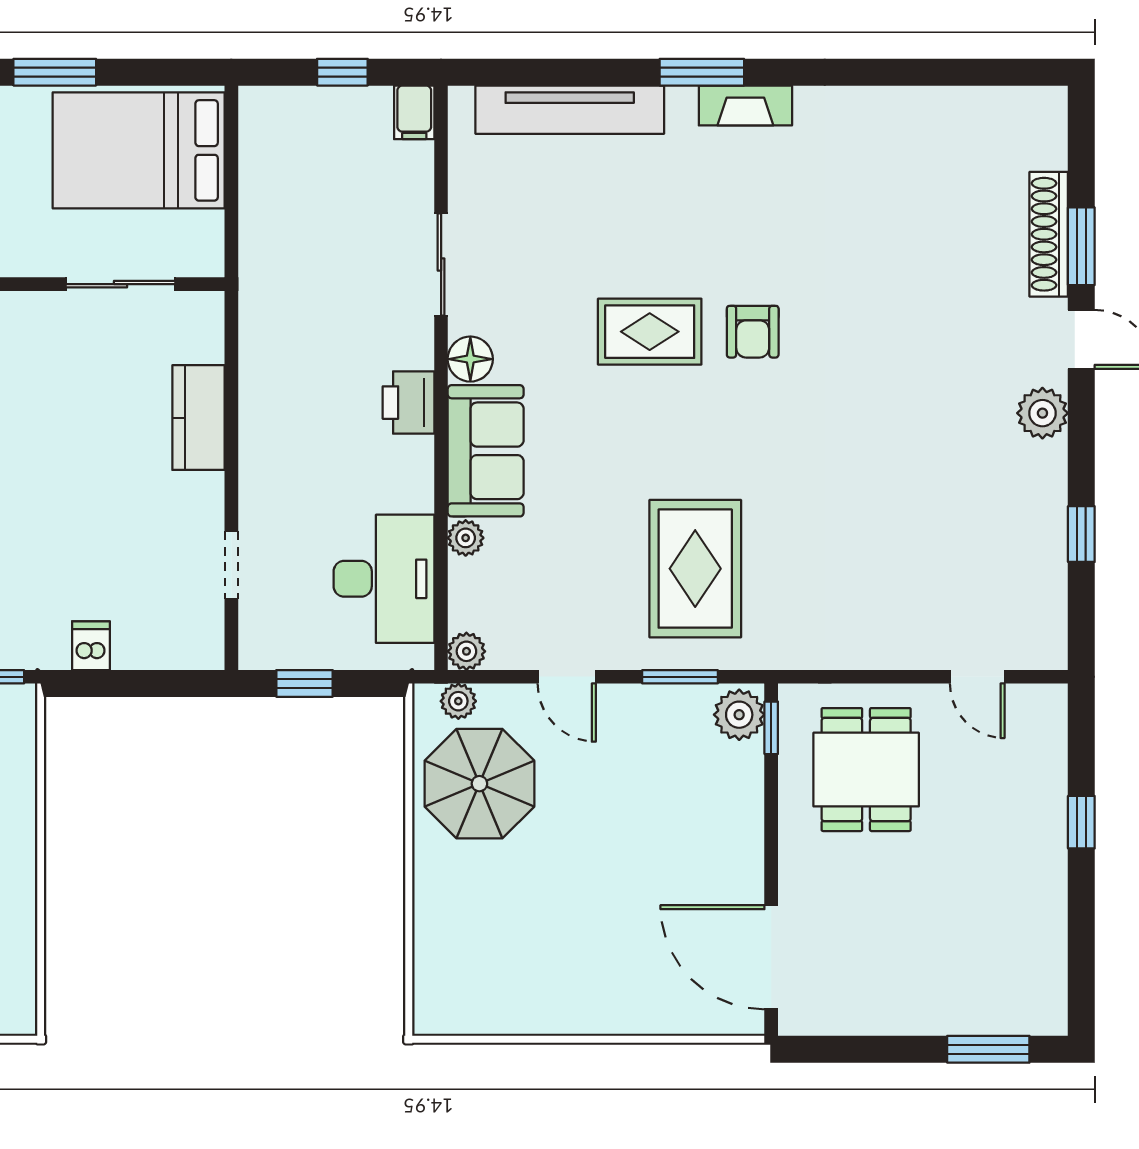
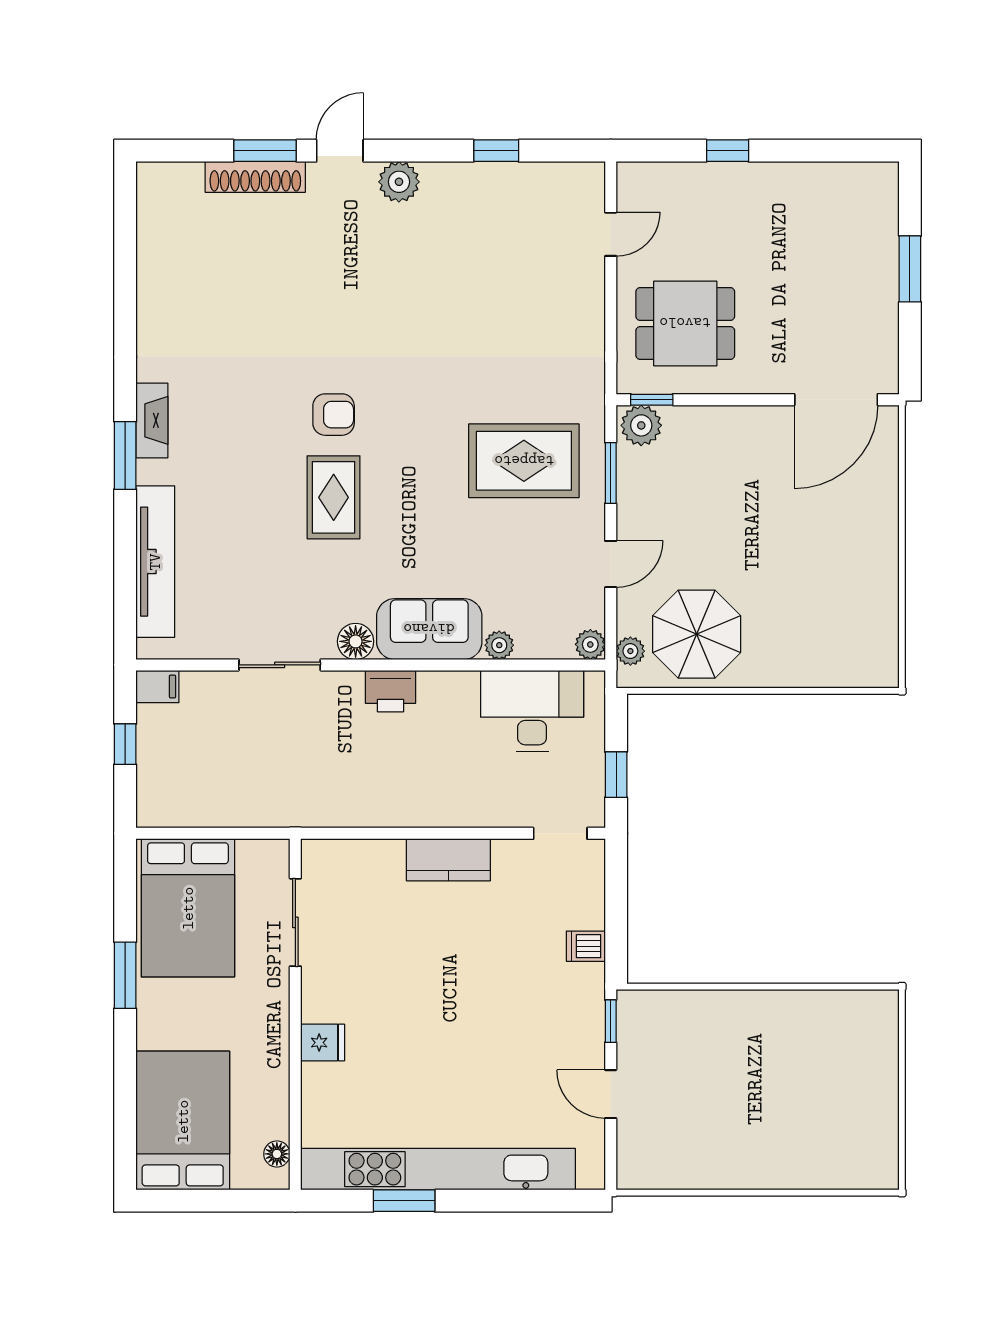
kitchen counter: (198, 418) -> (448, 860), moved
doorway: (231, 565) -> (560, 833), moved
window: (988, 1049) -> (910, 269), moved

